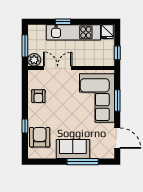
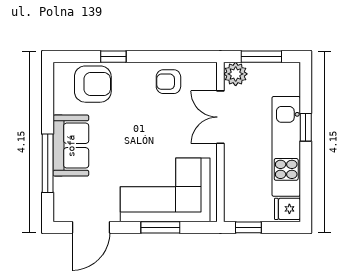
double door: (58, 68) -> (220, 117), swing flipped

